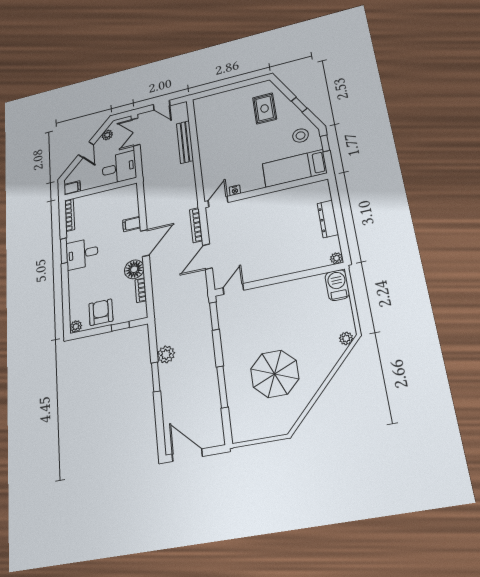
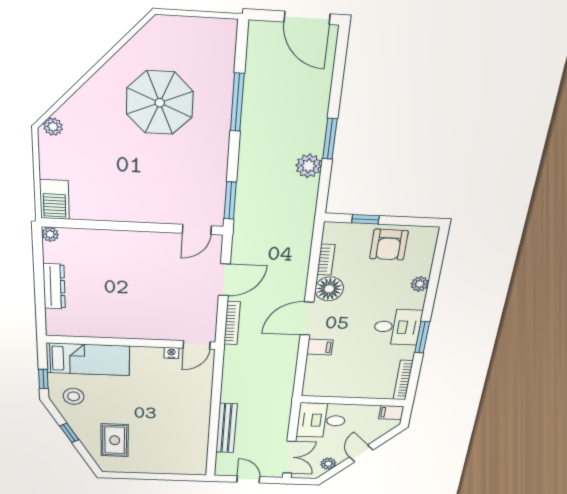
plant: (76, 327) -> (420, 284), moved

